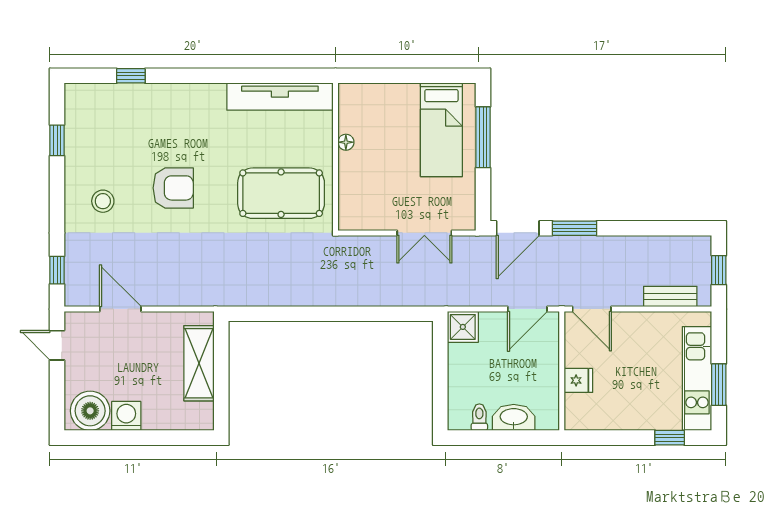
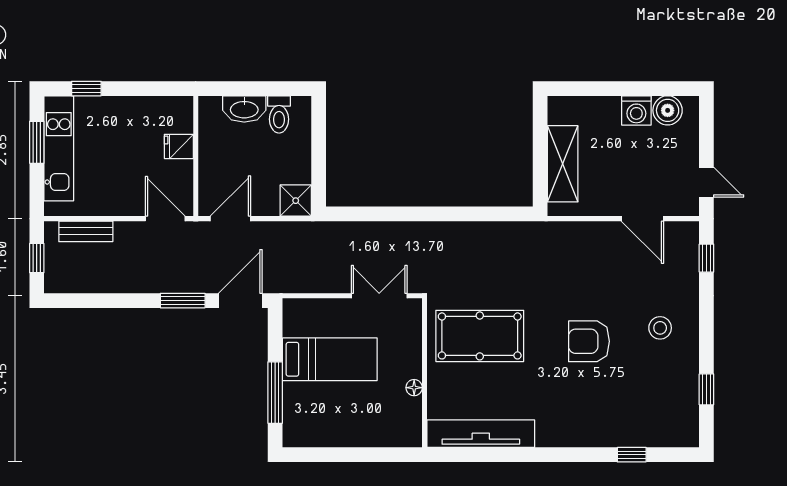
bed: (441, 130) -> (330, 359), moved, turned 90
double door: (424, 233) -> (379, 296), moved
boiler: (90, 411) -> (668, 110), width x0.73, depth x0.73
toilet: (479, 417) -> (279, 114), width x1.37, depth x1.39

